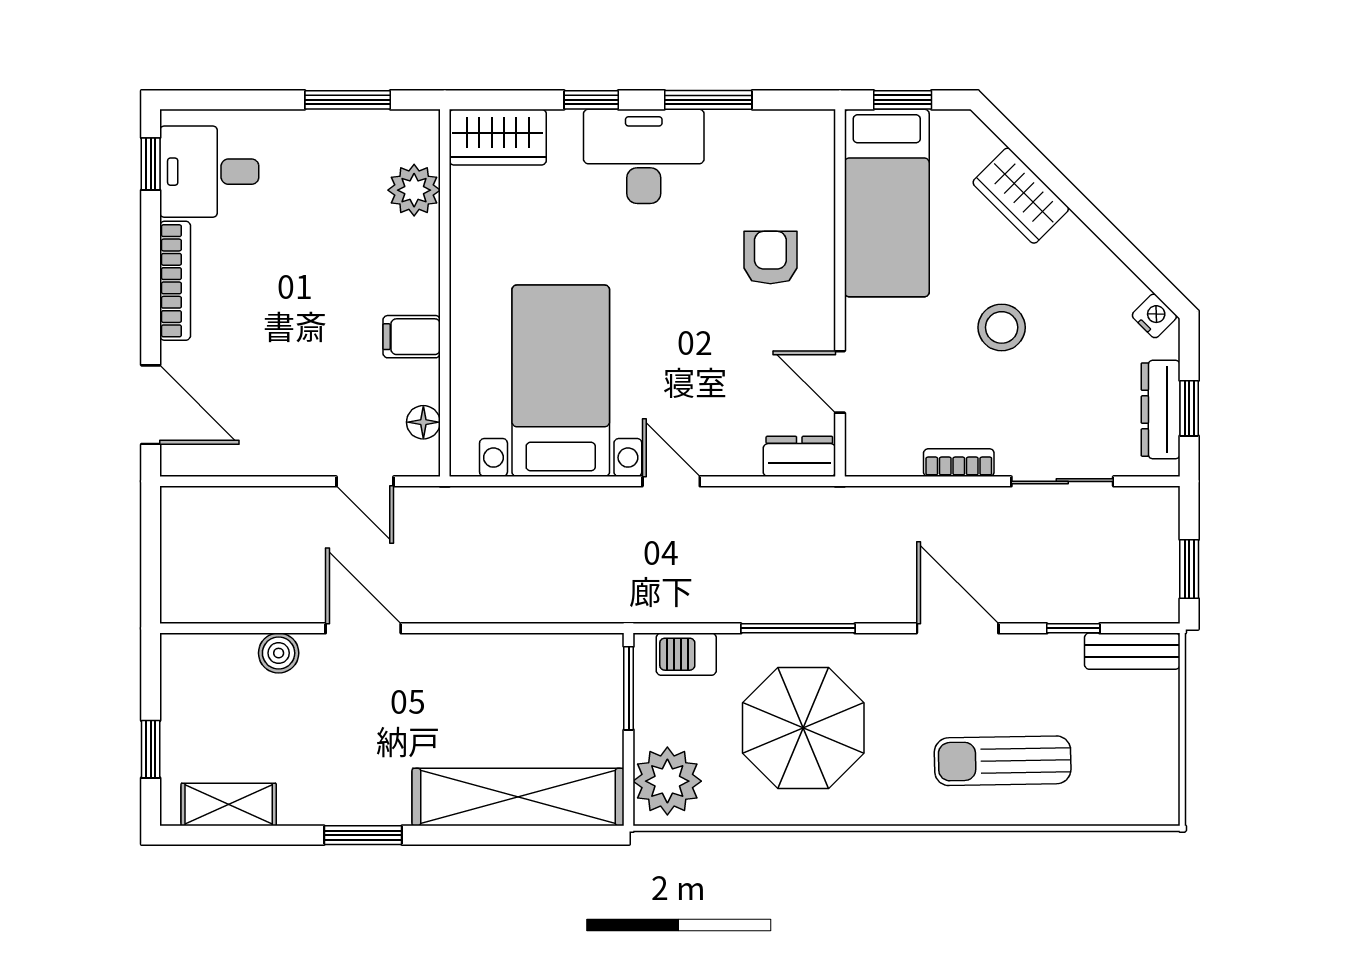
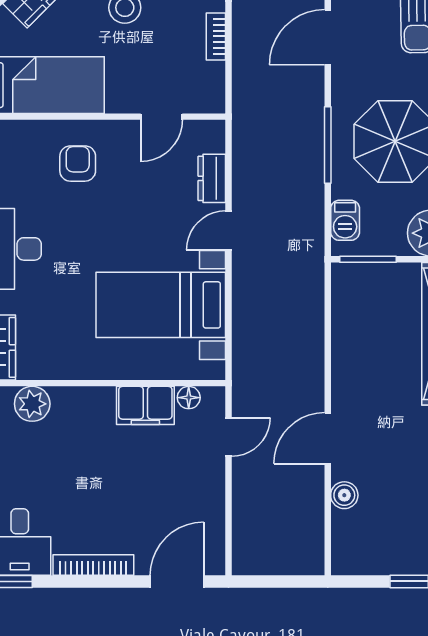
armchair: (770, 258) -> (78, 164), turned 90
filing cabinet: (412, 337) -> (145, 405), width x2.00
dresser: (799, 456) -> (212, 178), moved

